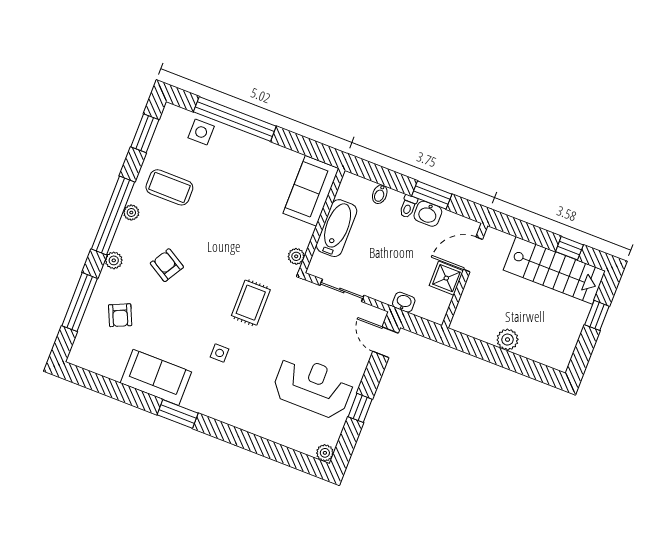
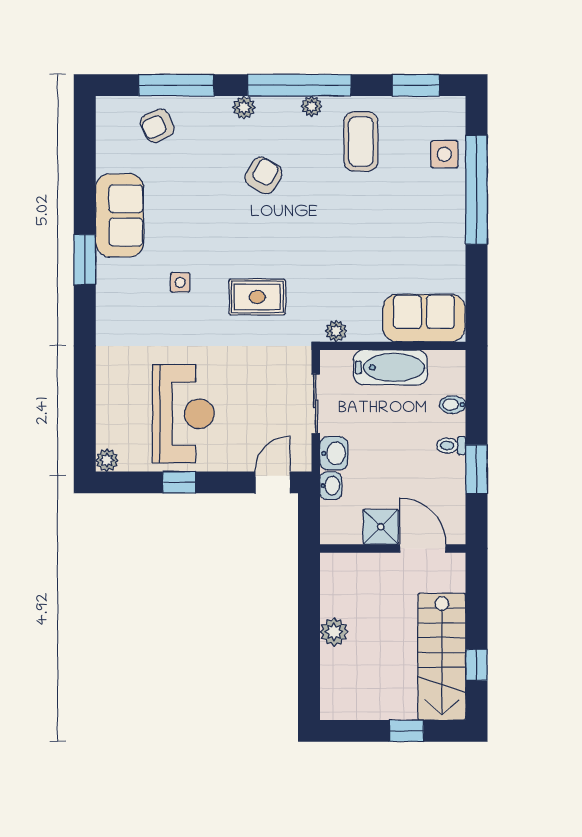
washbasin: (428, 214) -> (334, 453), moved, turned 180
armchair: (120, 315) -> (157, 126), moved

